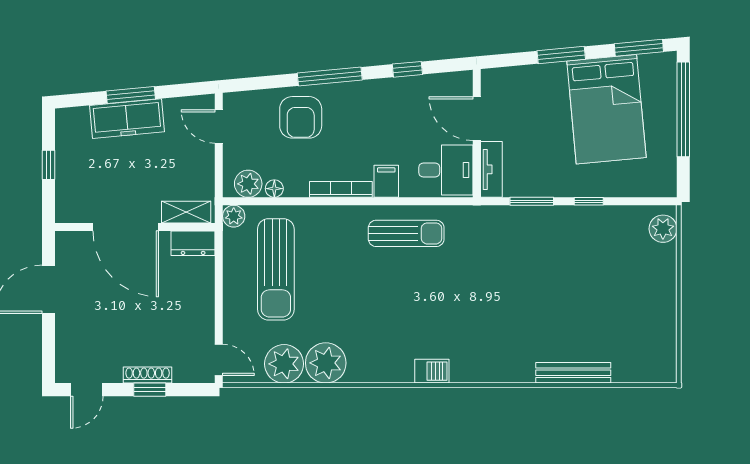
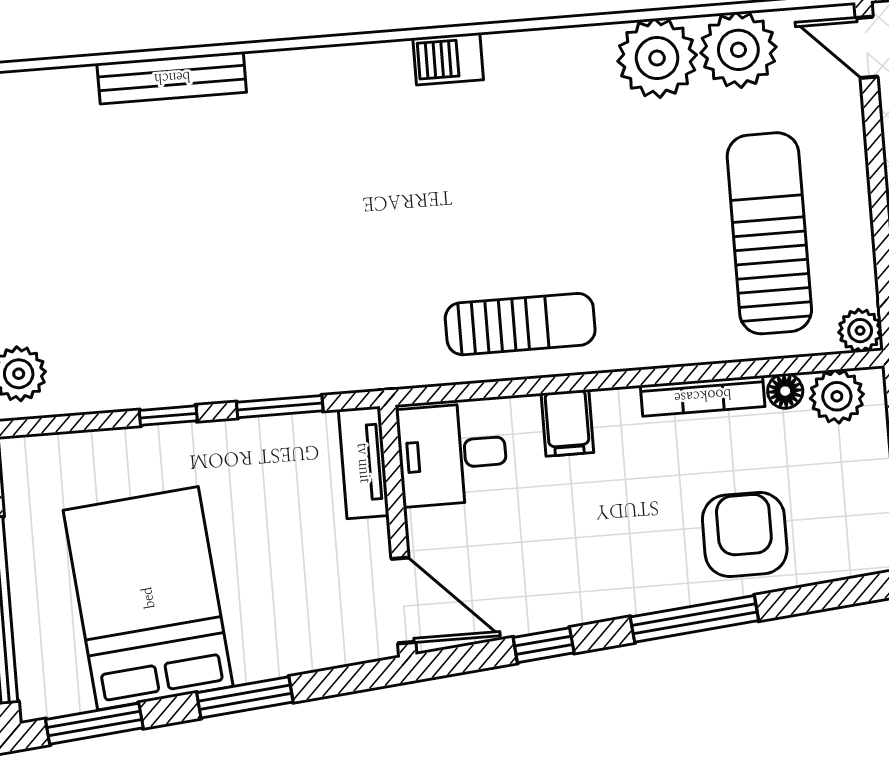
door: (477, 119) -> (403, 600), moved
bookcase: (341, 189) -> (703, 396), moved
sun lounger: (406, 233) -> (520, 324), turned 180

